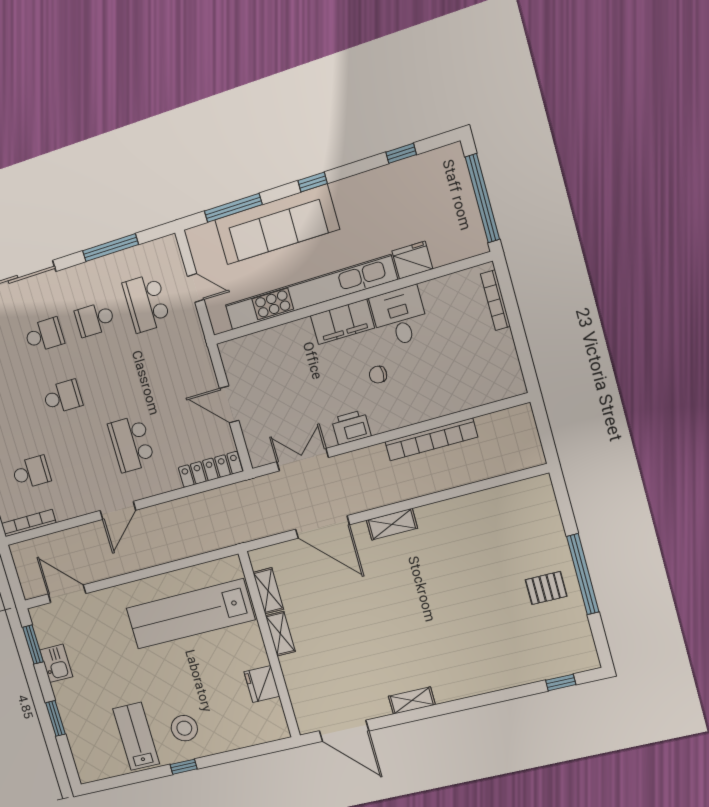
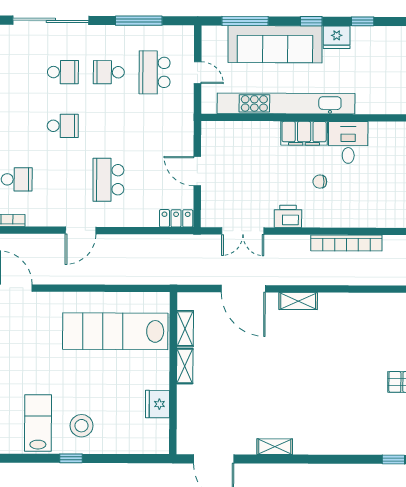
window: (401, 153) -> (363, 21), moved
fridge: (412, 260) -> (337, 37), moved, turned 180
double door: (303, 460) -> (243, 231), swing flipped
locker: (210, 469) -> (176, 218), width x0.66

